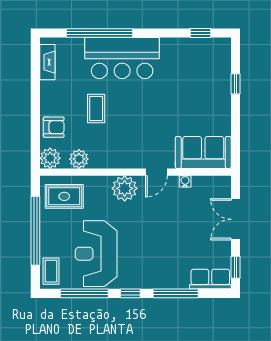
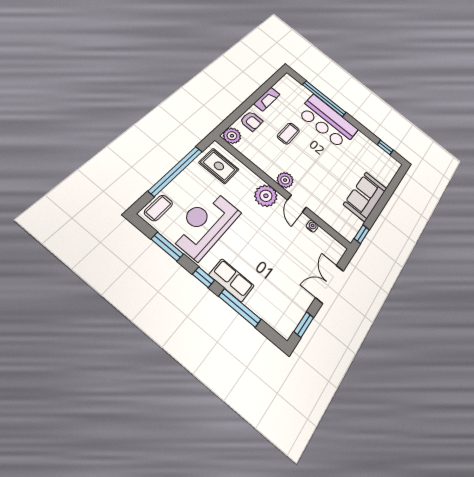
fireplace: (47, 62) -> (267, 99), moved
window: (235, 84) -> (362, 234), moved
sofa: (203, 152) -> (365, 196), moved, turned -90
plant: (79, 159) -> (285, 180), moved
door: (156, 172) -> (297, 203), hinge flipped
row of seats: (210, 279) -> (231, 280), moved
window: (84, 293) -> (167, 247), width x0.69

